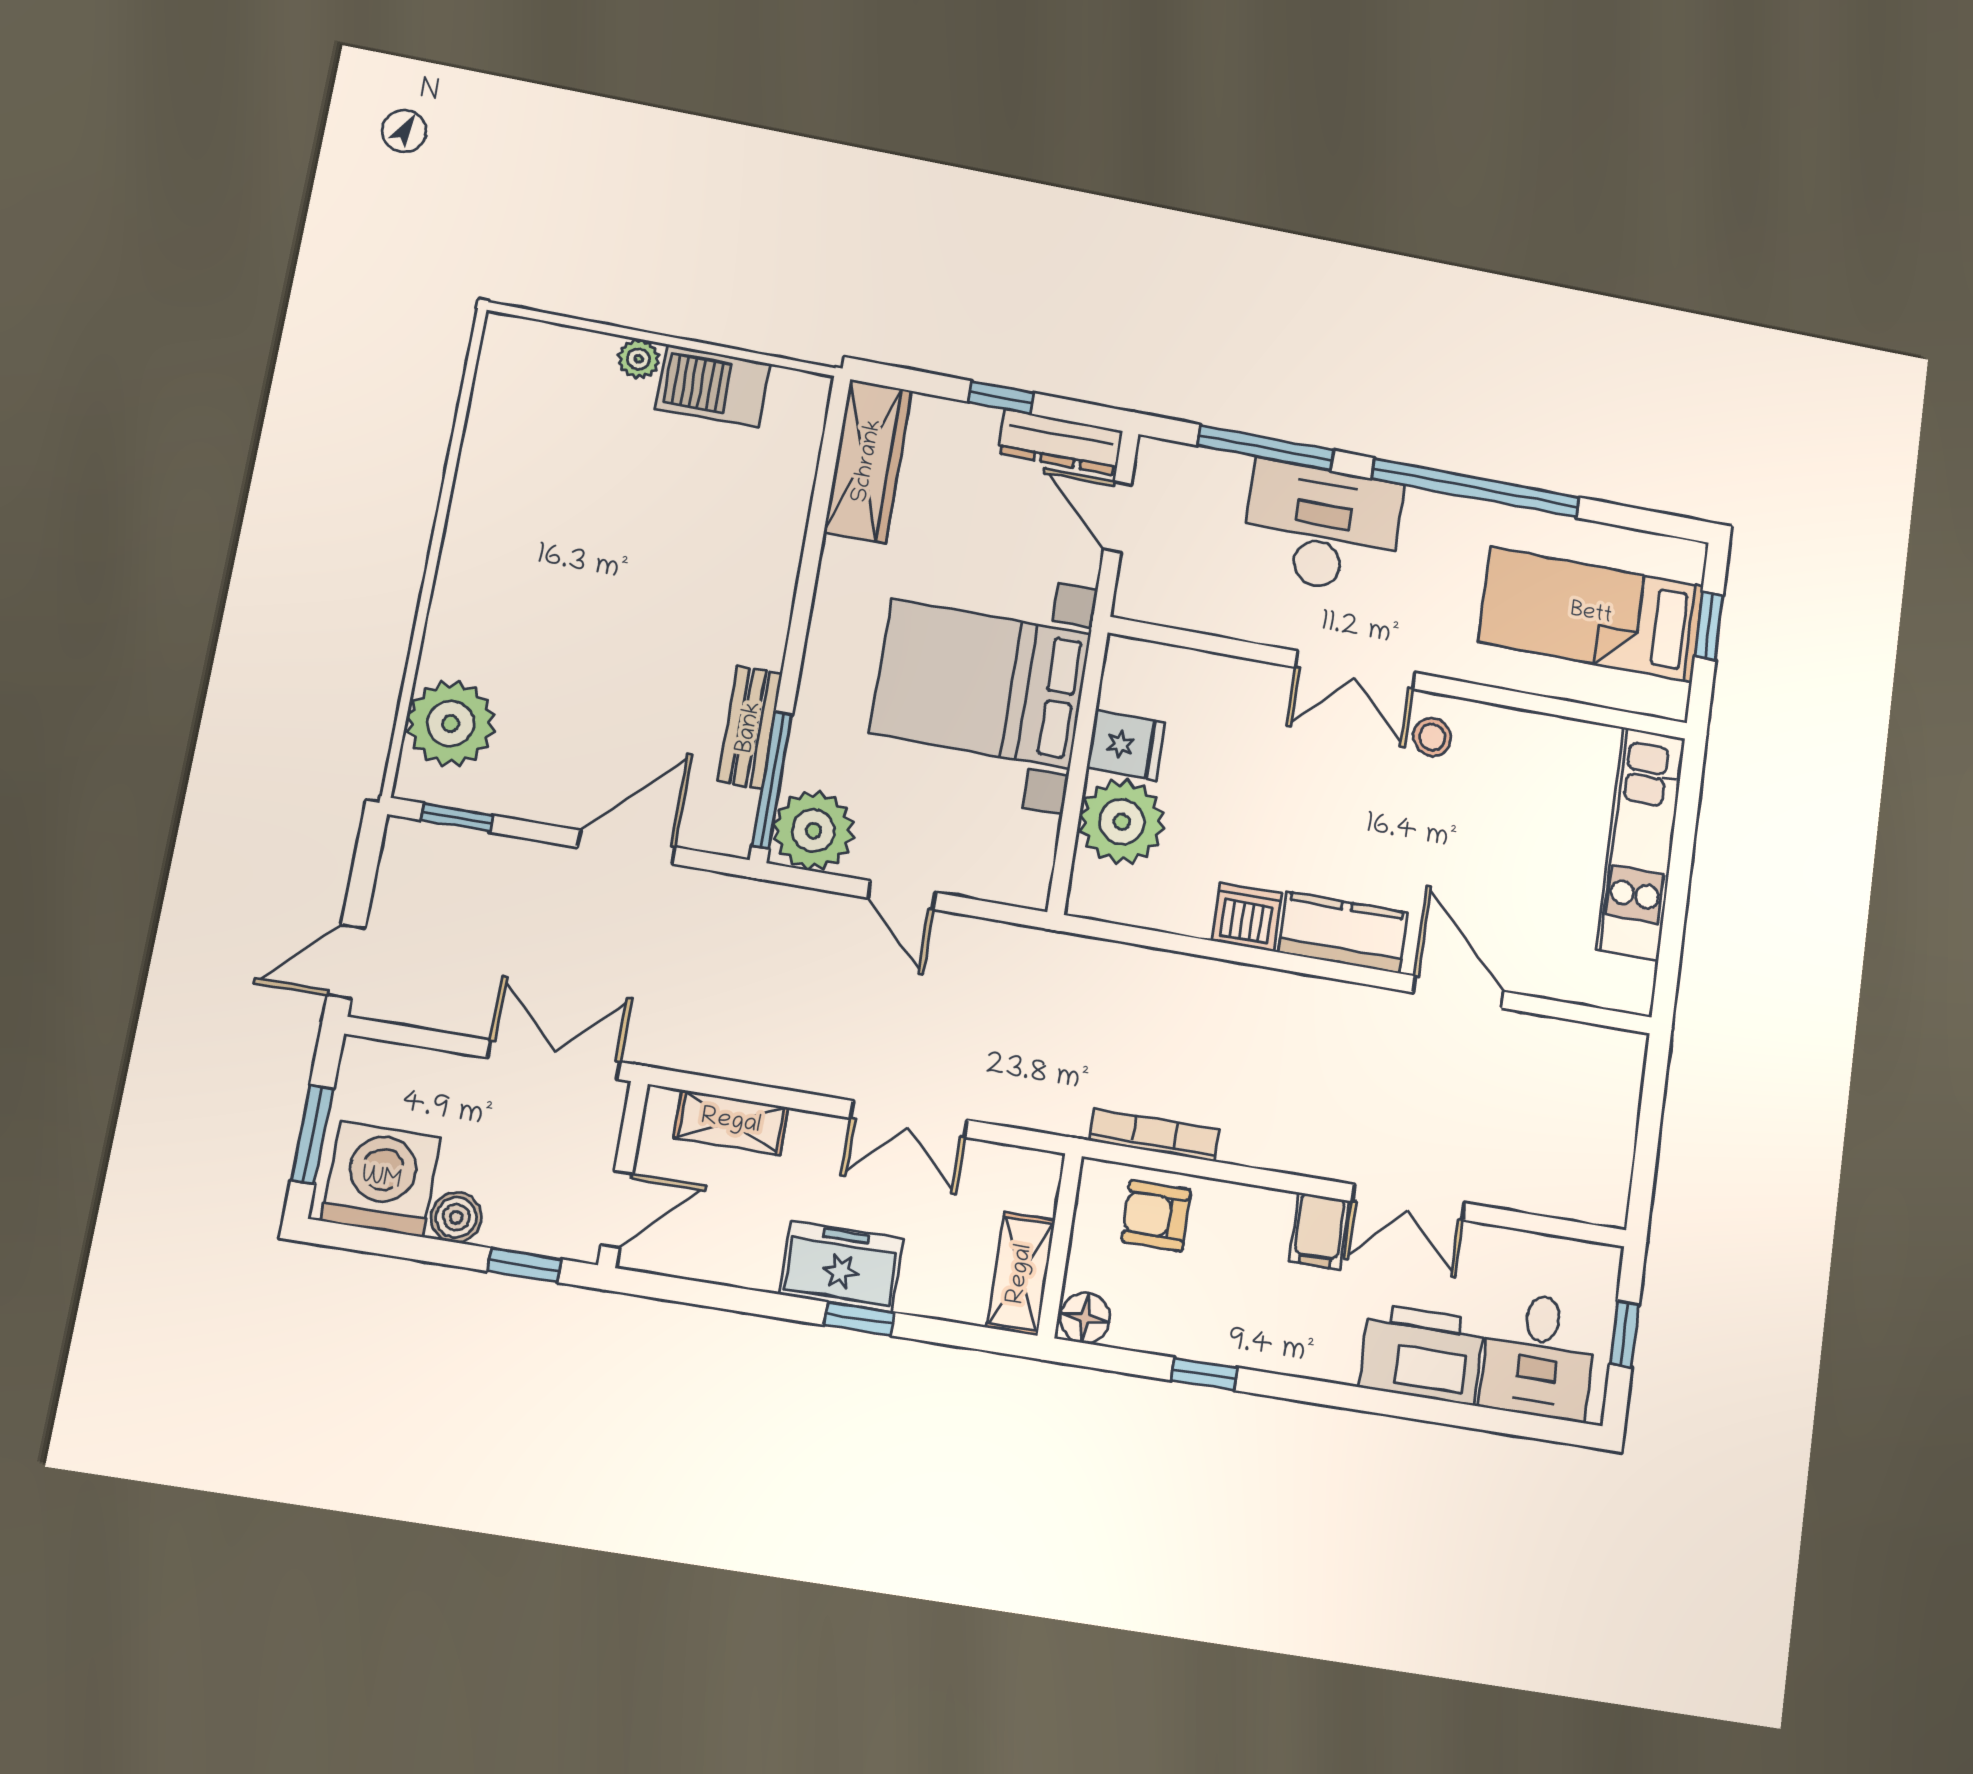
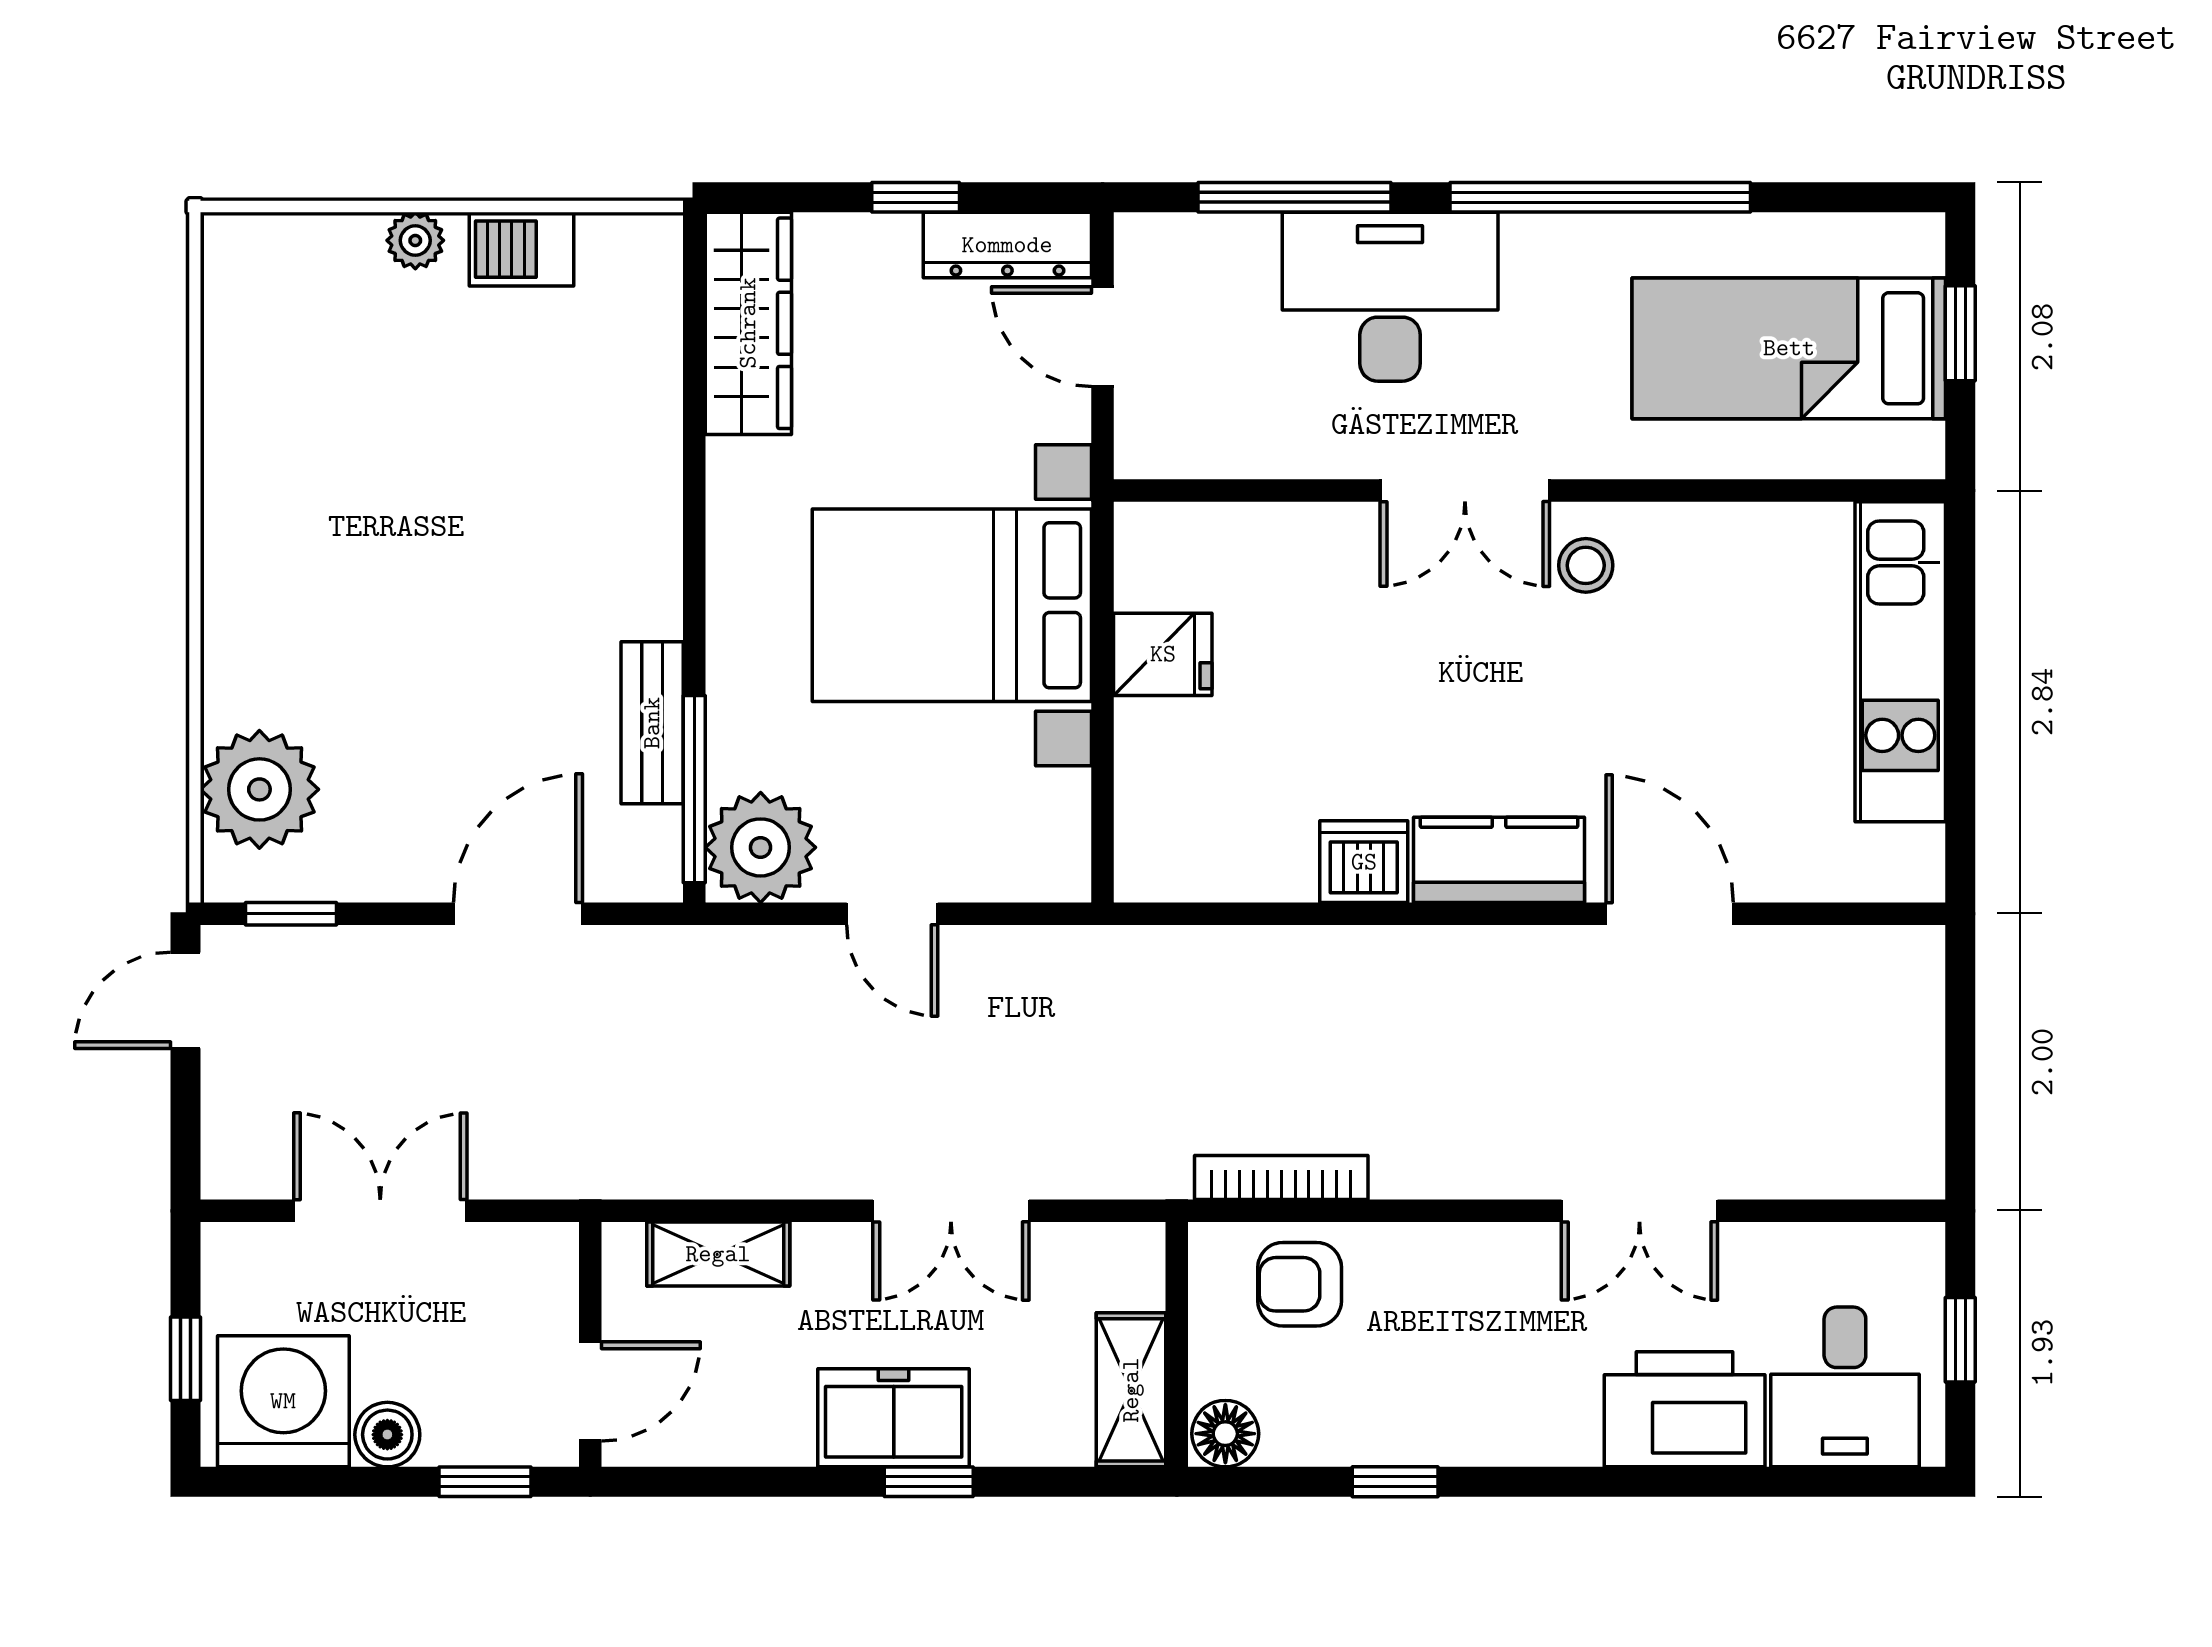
barbecue: (713, 386) -> (522, 249), width x0.73, depth x0.79
plant: (1122, 822) -> (1173, 761), removed
door: (346, 962) -> (186, 1000), moved
double door: (554, 1060) -> (380, 1211), moved
window: (312, 1135) -> (186, 1359), width x0.67
filing cabinet: (1319, 1231) -> (1523, 1269), removed

